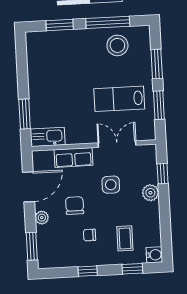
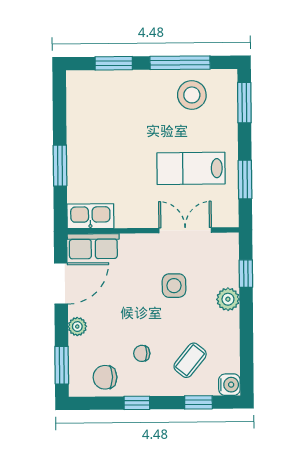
window: (157, 64) -> (244, 103), moved
window: (25, 114) -> (60, 166), moved
row of seats: (73, 157) -> (93, 246), moved
chair: (75, 206) -> (105, 377), moved, turned -90
coffee table: (125, 238) -> (190, 360), turned 39

